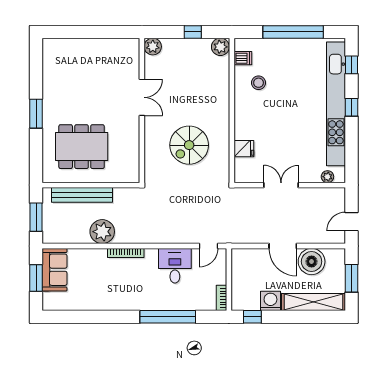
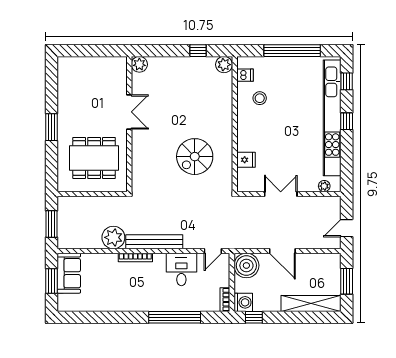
plant: (153, 47) -> (139, 64), moved
double door: (142, 97) -> (129, 112), moved
wall: (142, 110) -> (129, 124), moved
bench: (82, 195) -> (154, 242), moved
boiler: (312, 262) -> (246, 265), moved
washing machine: (270, 301) -> (243, 302), moved, turned 90

